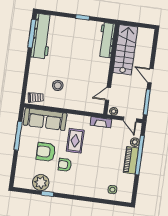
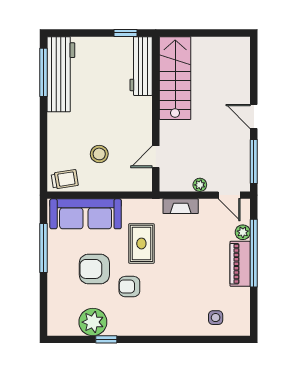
workbench: (107, 40) -> (141, 66), moved
stairs: (125, 50) -> (175, 78), moved
wall: (111, 69) -> (156, 114), moved
door: (108, 94) -> (156, 157), moved

